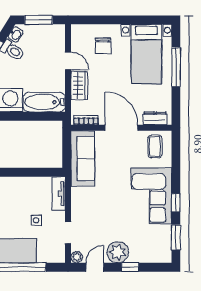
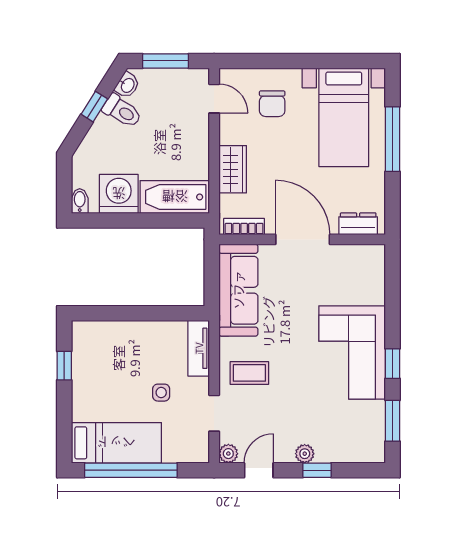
door: (68, 61) -> (214, 99), moved
coffee table: (155, 146) -> (249, 373), moved, turned 90
plant: (118, 252) -> (305, 454), width x0.53, depth x0.53

